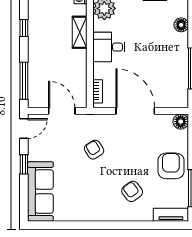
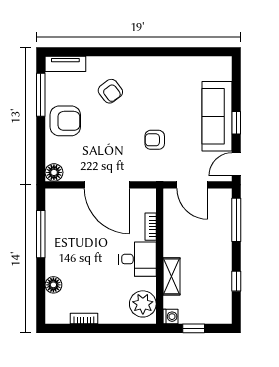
bookcase: (98, 91) -> (151, 227), moved
armchair: (94, 150) -> (155, 140), turned 122
armchair: (171, 166) -> (65, 121), turned -90
sofa: (40, 191) -> (217, 116), moved

